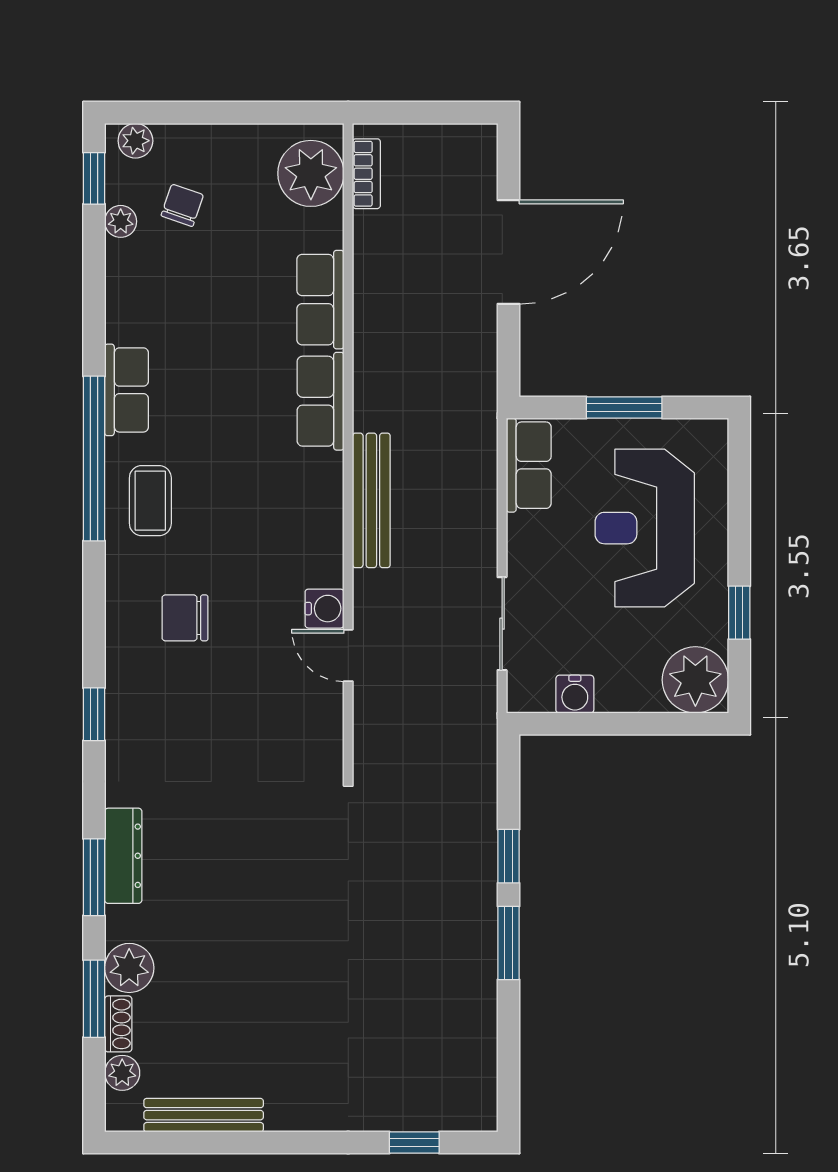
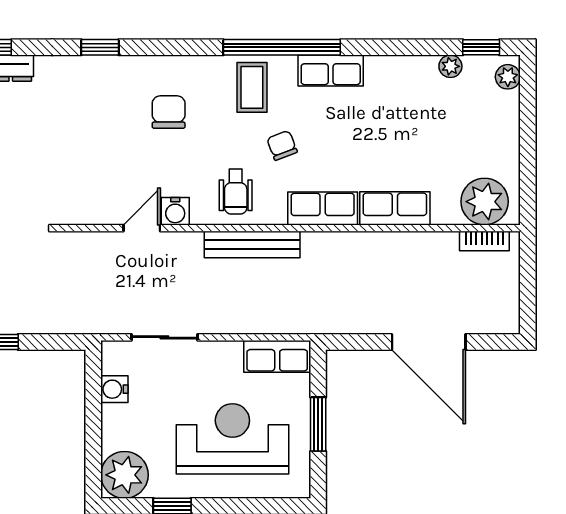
chair: (182, 205) -> (282, 145), moved, turned -130
coffee table: (150, 501) -> (252, 87), turned 90
wheelchair: (297, 523) -> (236, 192), added

